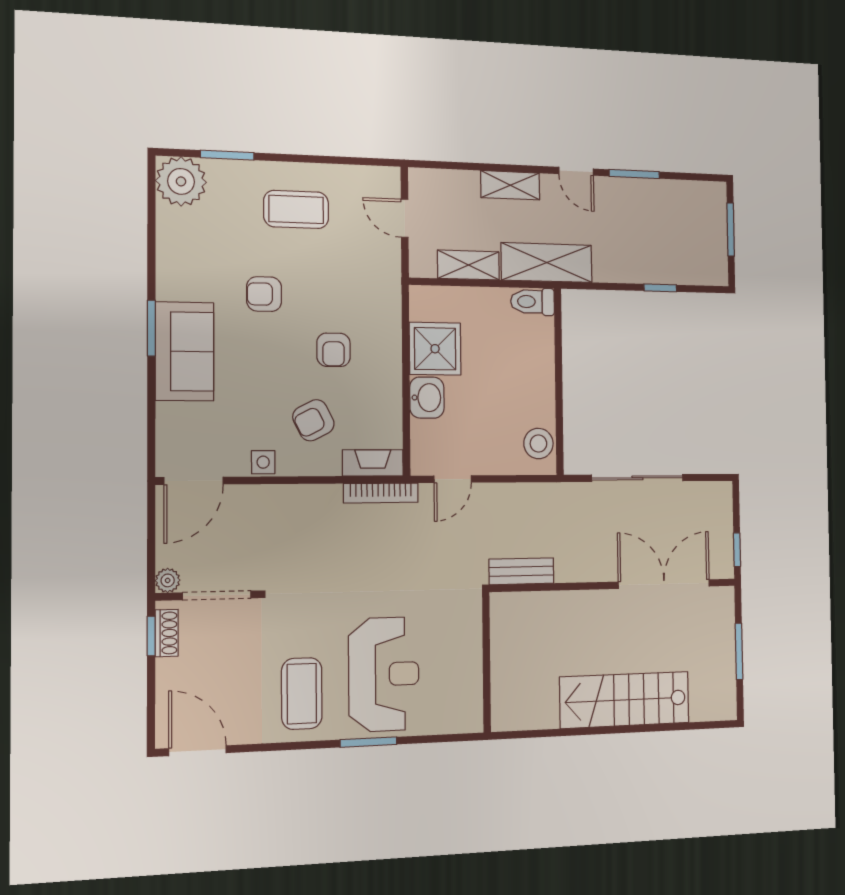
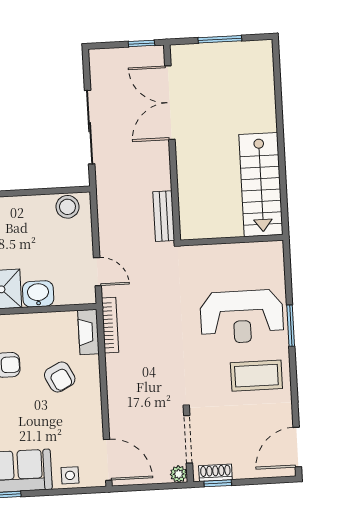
side table: (263, 462) -> (70, 475), moved
reception desk: (384, 674) -> (242, 317), turned 180
stairs: (625, 700) -> (261, 185), moved

